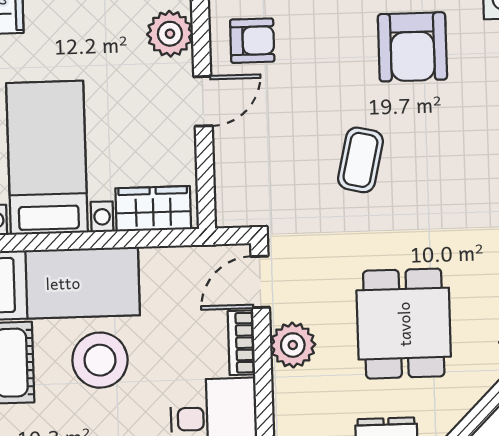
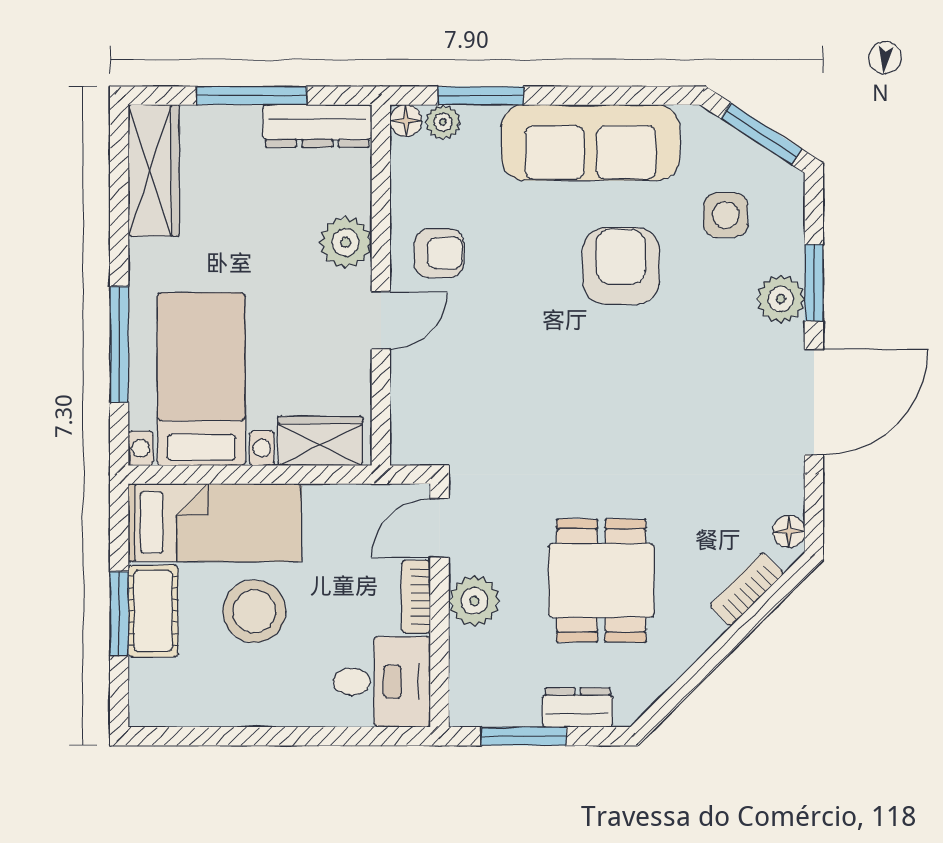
armchair: (412, 47) -> (621, 266), turned 180
coffee table: (360, 160) -> (558, 393), removed

